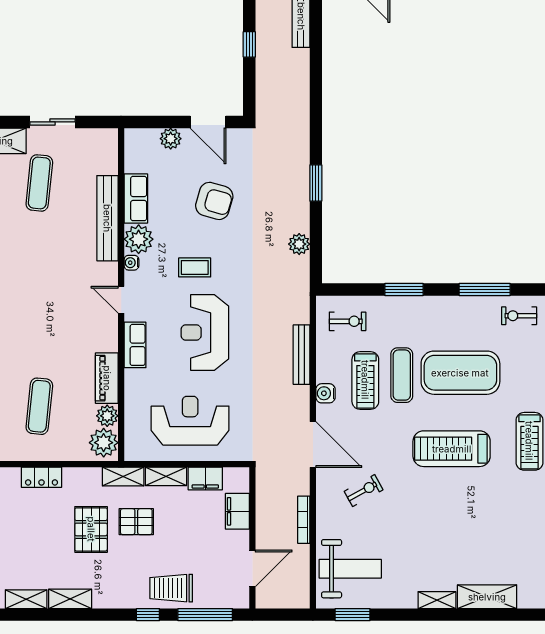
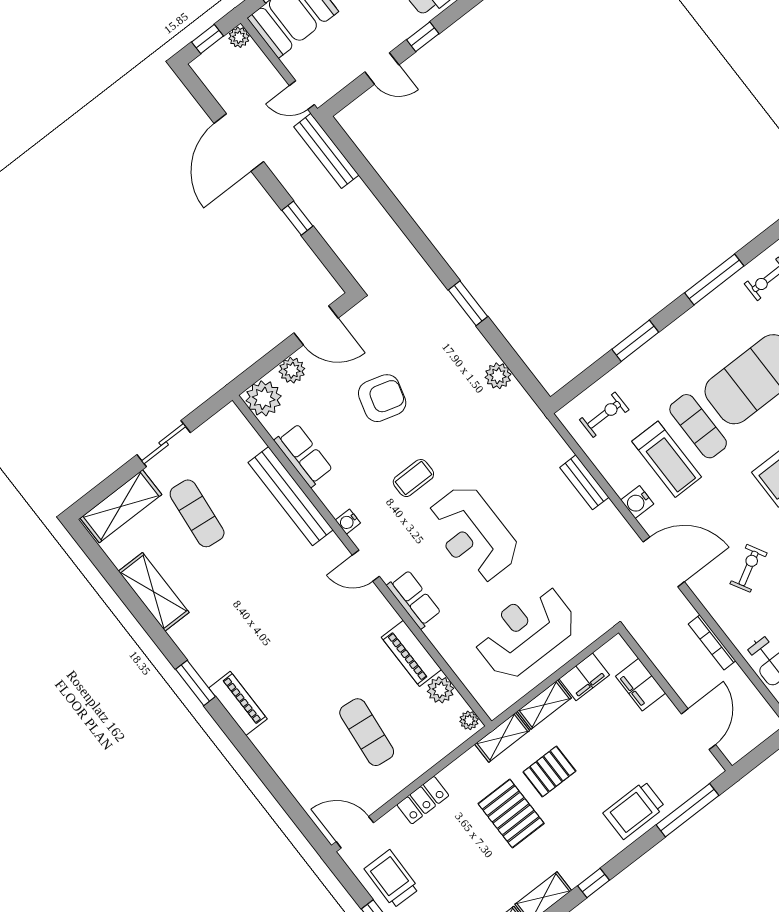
plant: (139, 239) -> (264, 398), moved
bench: (302, 355) -> (584, 482), width x0.73
plant: (104, 443) -> (469, 720), width x0.53, depth x0.53
window: (148, 615) -> (594, 883), moved

